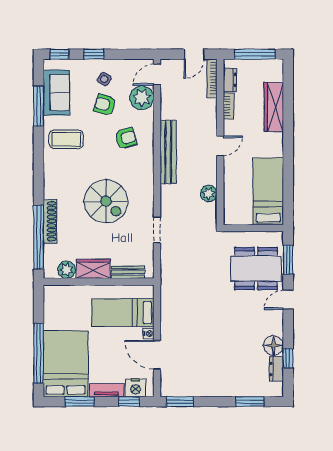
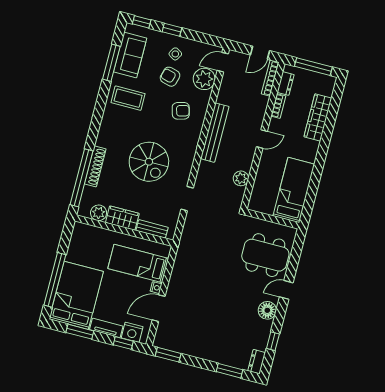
window: (288, 260) -> (295, 255), removed
floor lamp: (273, 346) -> (267, 310), moved
door: (157, 355) -> (159, 308), hinge flipped
dresser: (276, 369) -> (257, 362), moved

